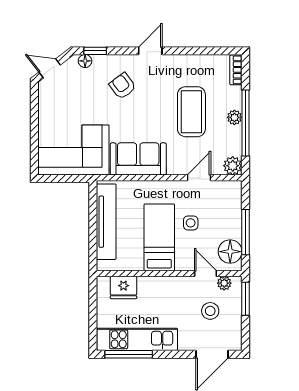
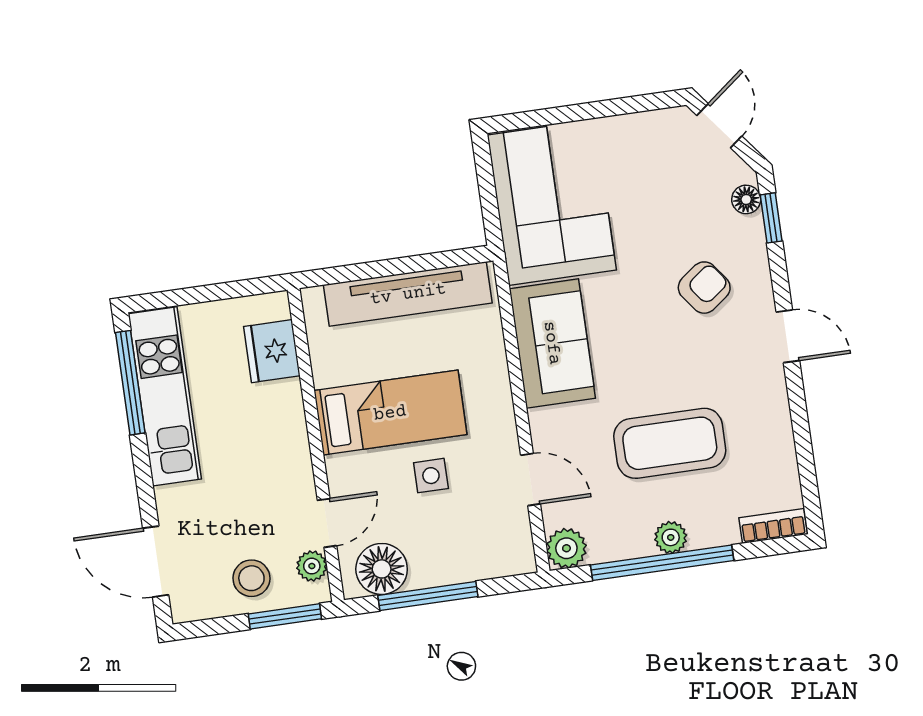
stool: (210, 311) -> (251, 578), moved

